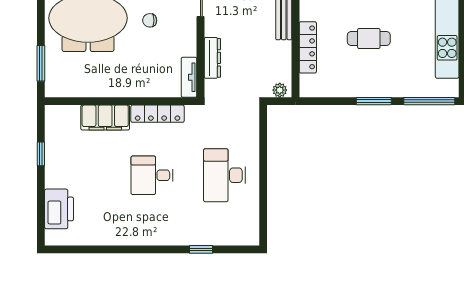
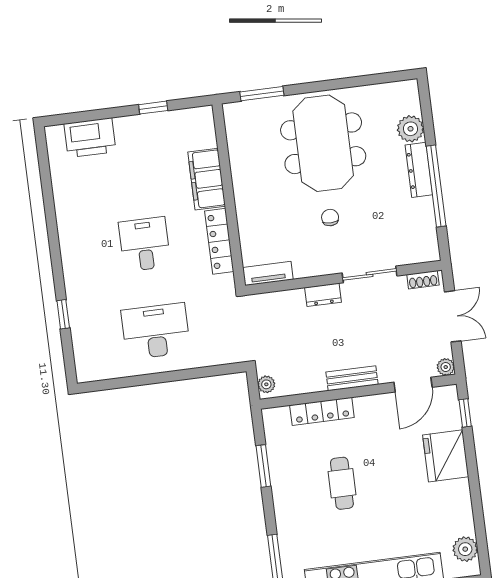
dresser: (212, 58) -> (323, 295), moved, width x0.70
window: (374, 101) -> (263, 466), moved

